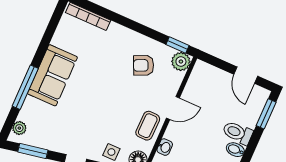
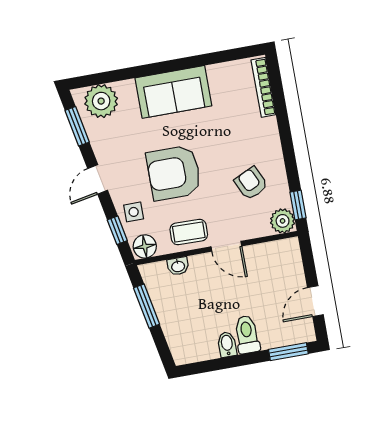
window: (25, 87) -> (140, 71), removed
armchair: (104, 110) -> (174, 173), added
plant: (19, 128) -> (101, 101), width x1.87, depth x1.87

